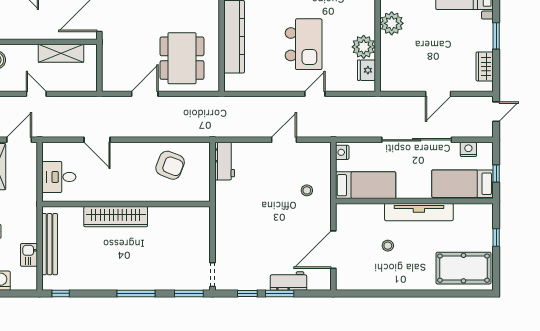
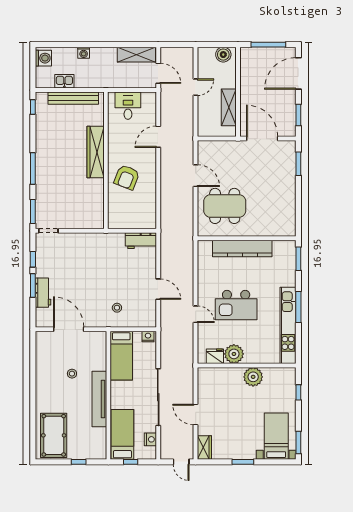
wardrobe: (485, 66) -> (204, 448), moved, turned 90
armchair: (170, 165) -> (127, 177), moved

